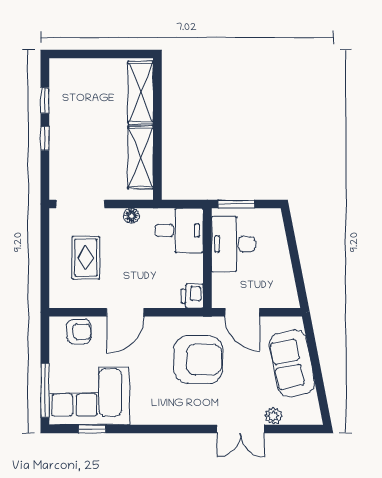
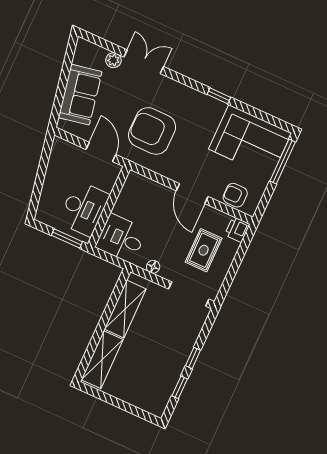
printer: (192, 296) -> (237, 229), moved, turned 180
door: (125, 312) -> (192, 194), swing flipped
window: (92, 429) -> (219, 96), moved

